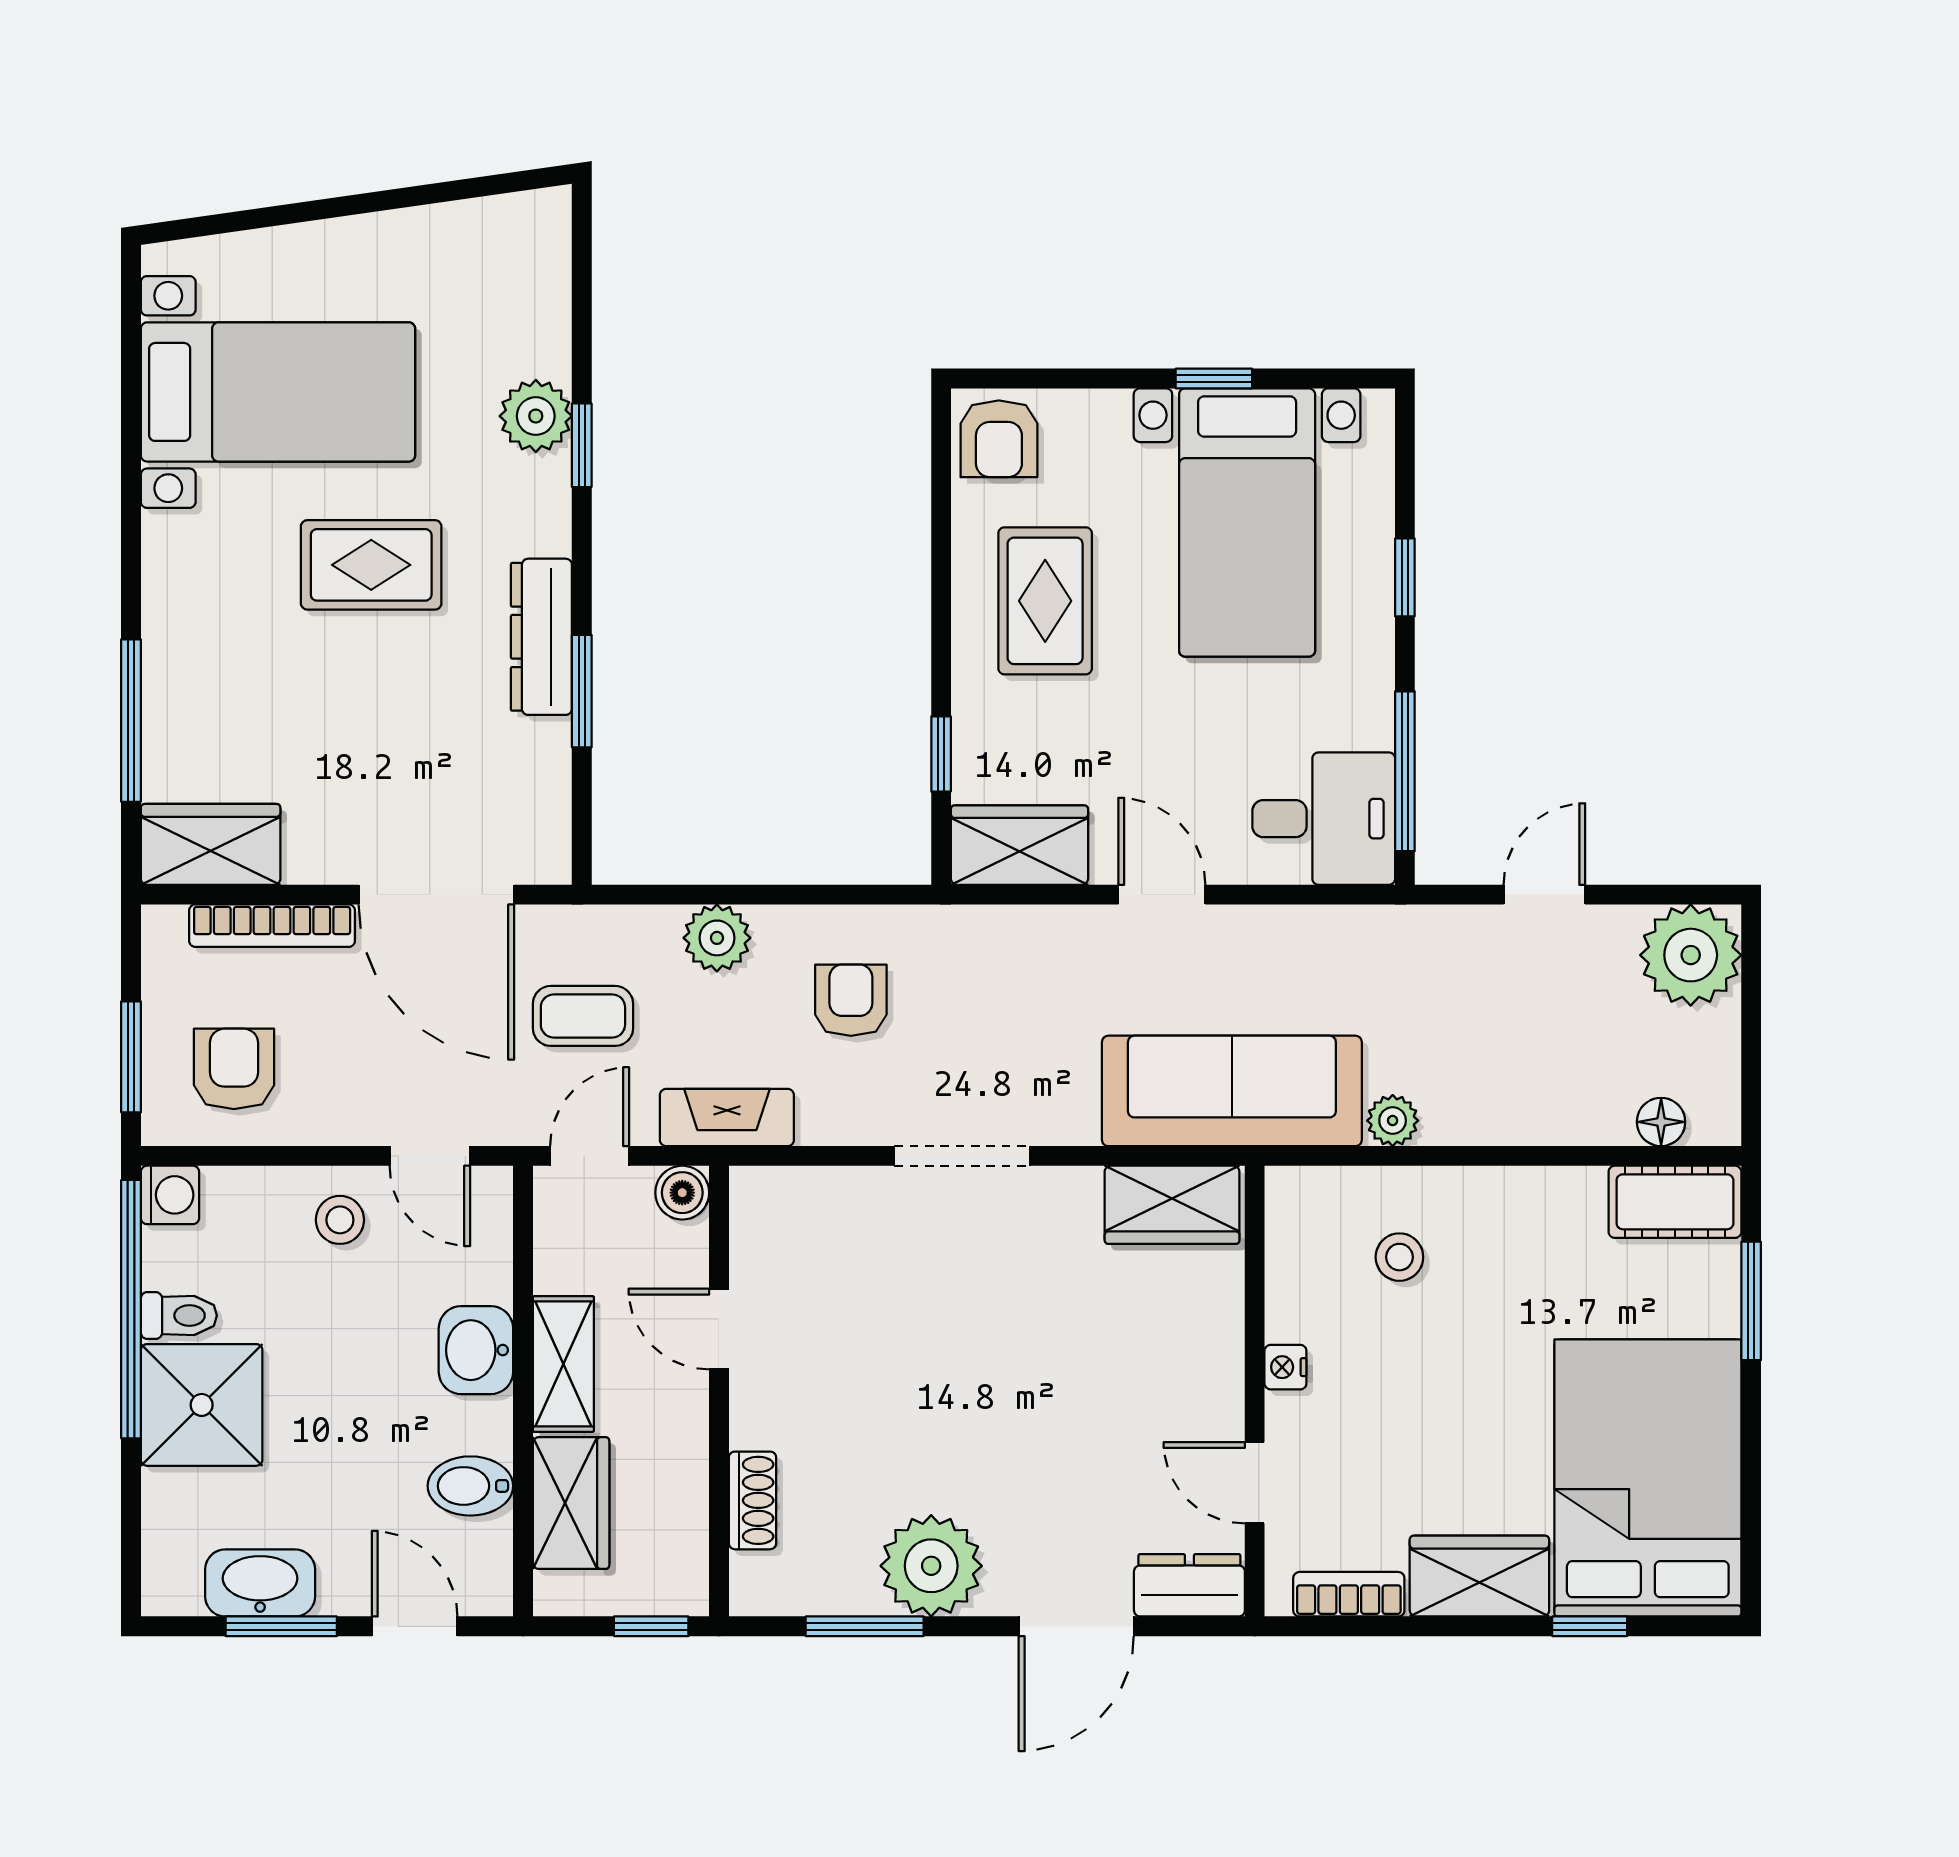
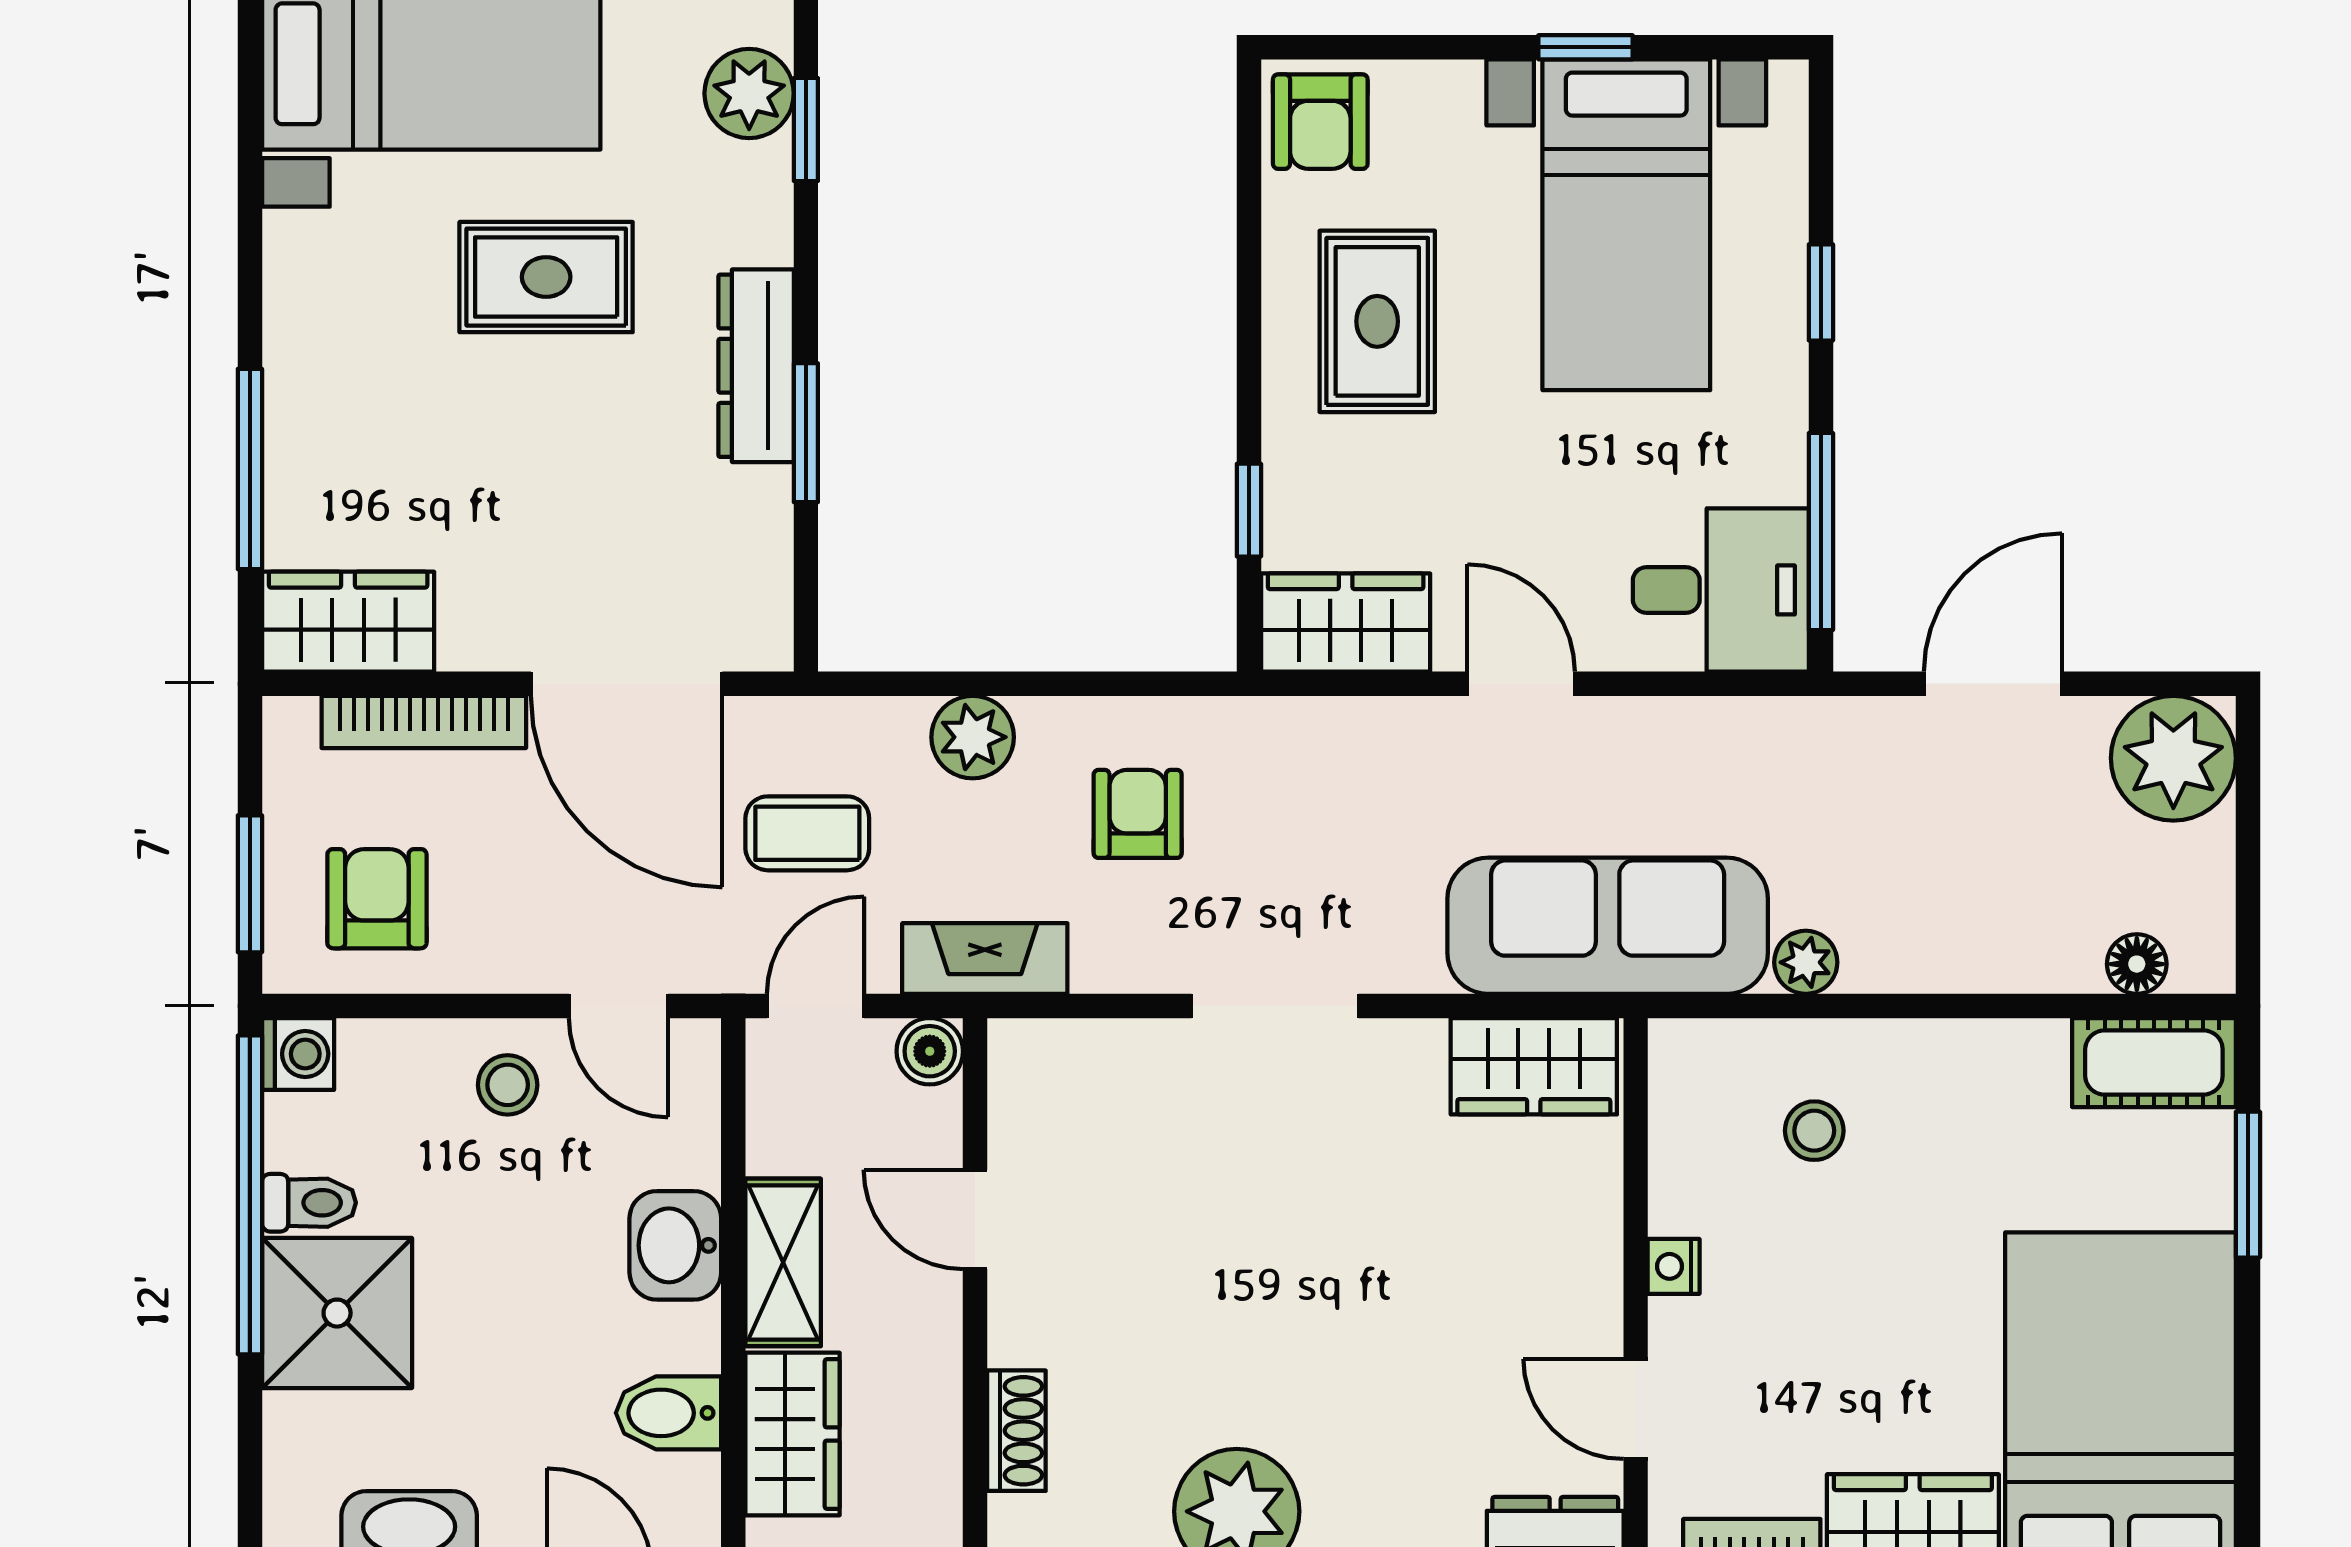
door: (1544, 895) -> (1993, 684), width x1.38

